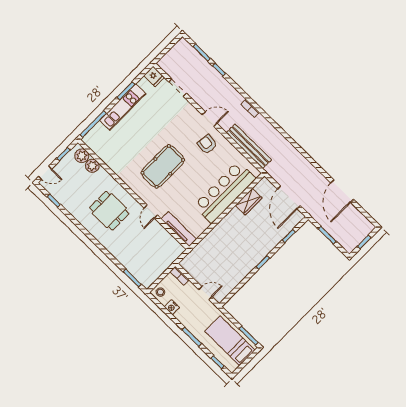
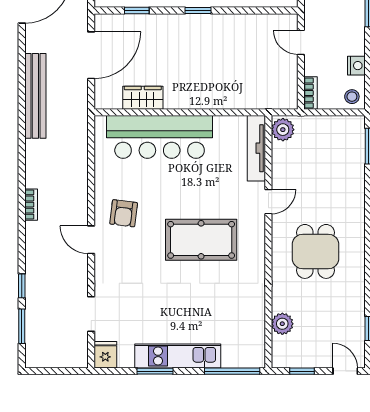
bench: (249, 146) -> (35, 96), moved
plant: (82, 156) -> (283, 130), moved

